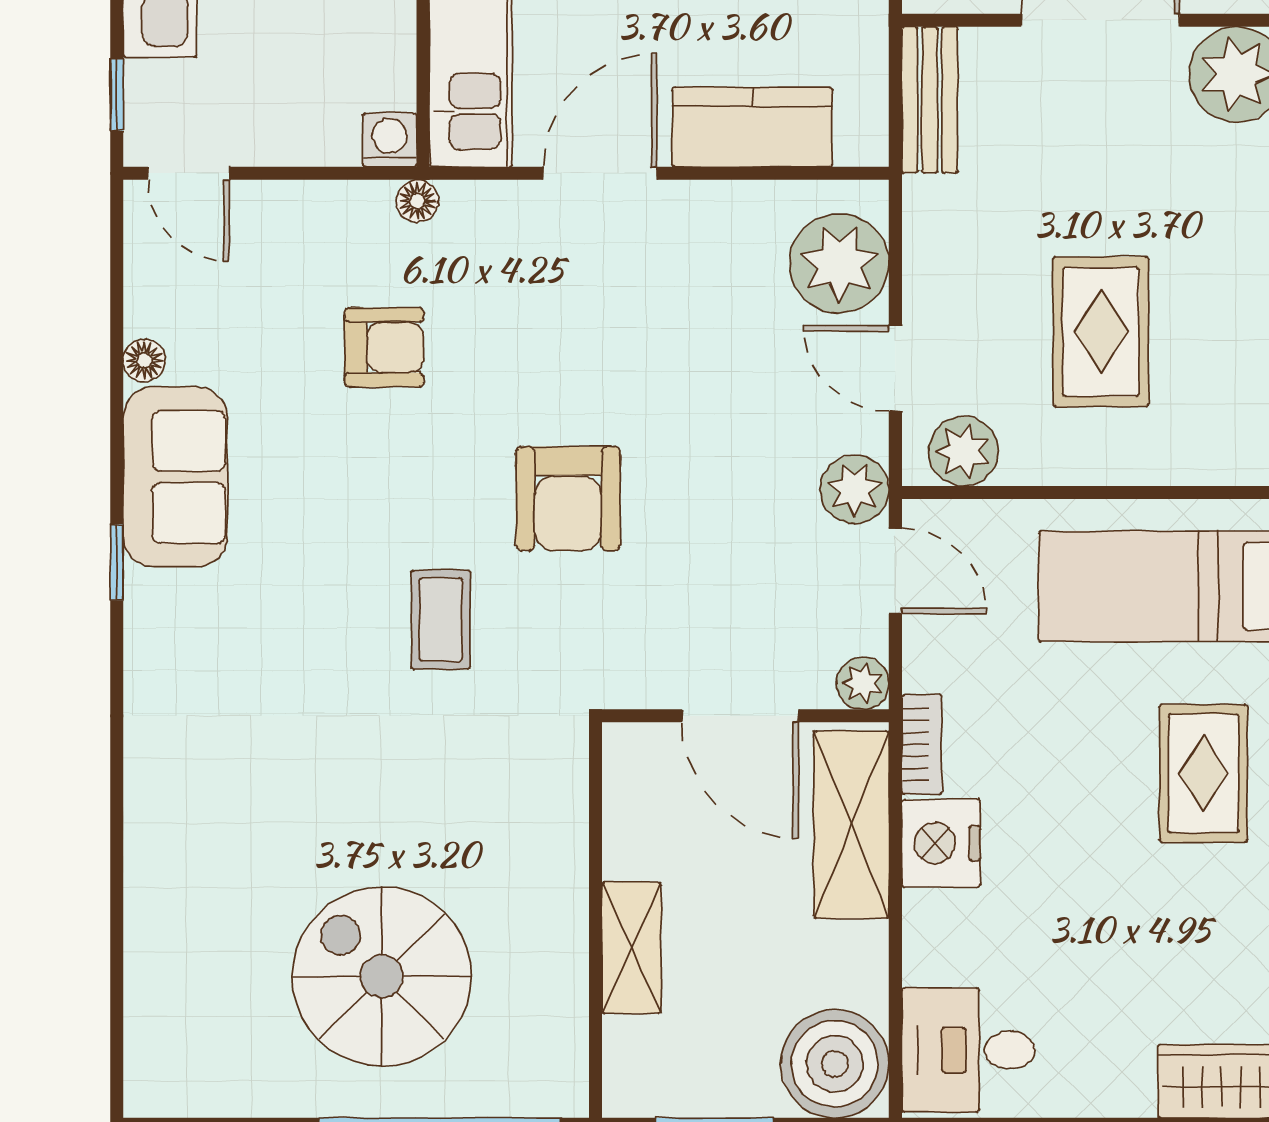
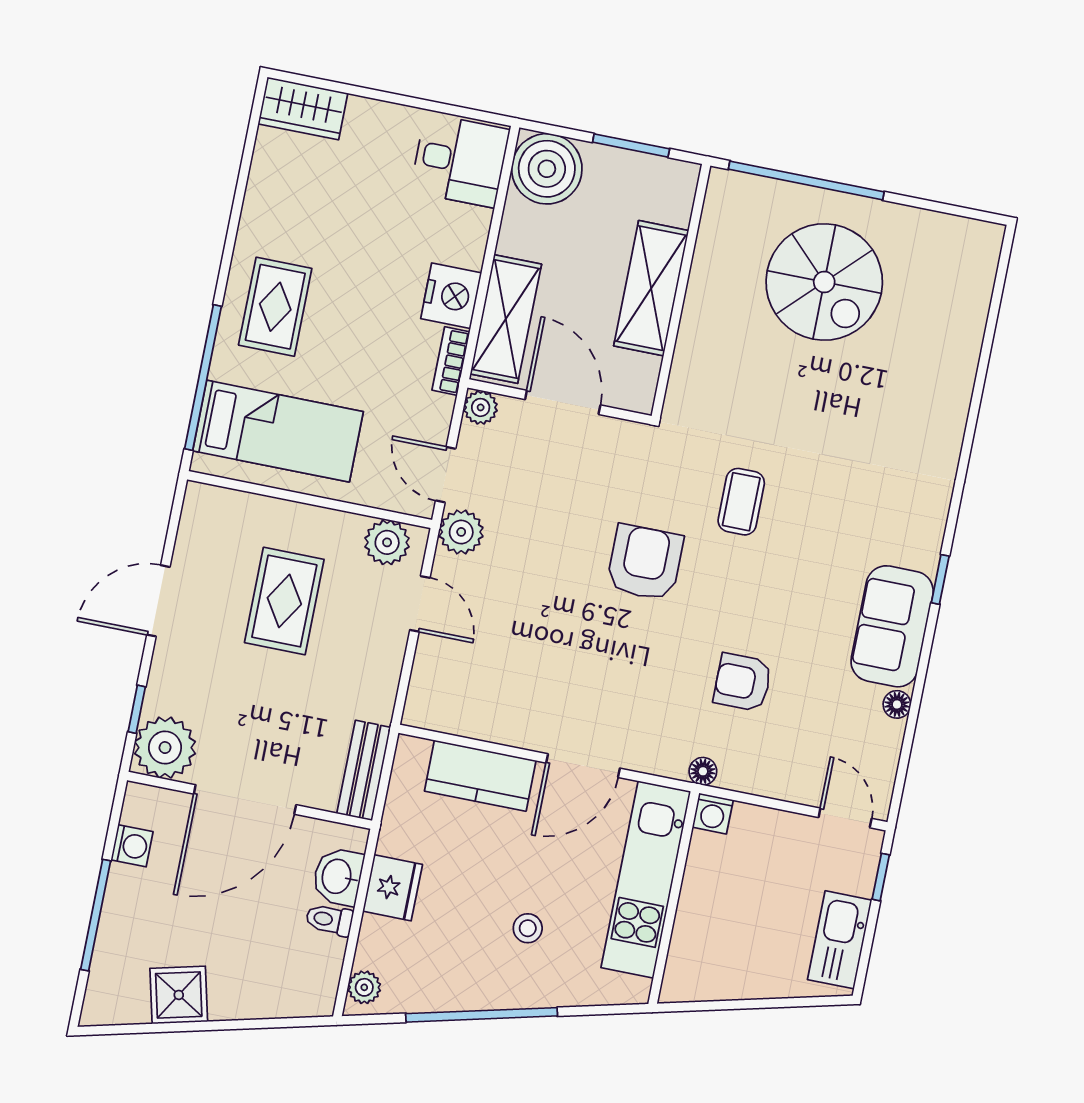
plant: (839, 264) -> (442, 678), removed
shelving: (631, 948) -> (651, 288), width x1.50, depth x1.33

